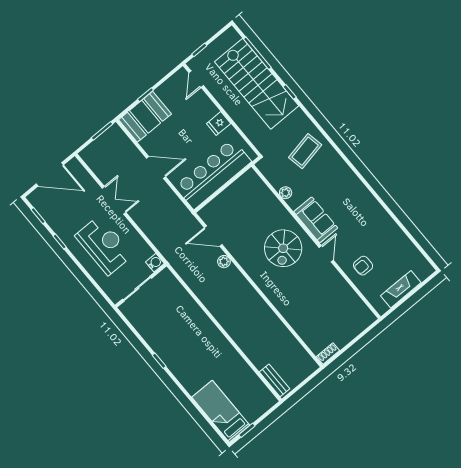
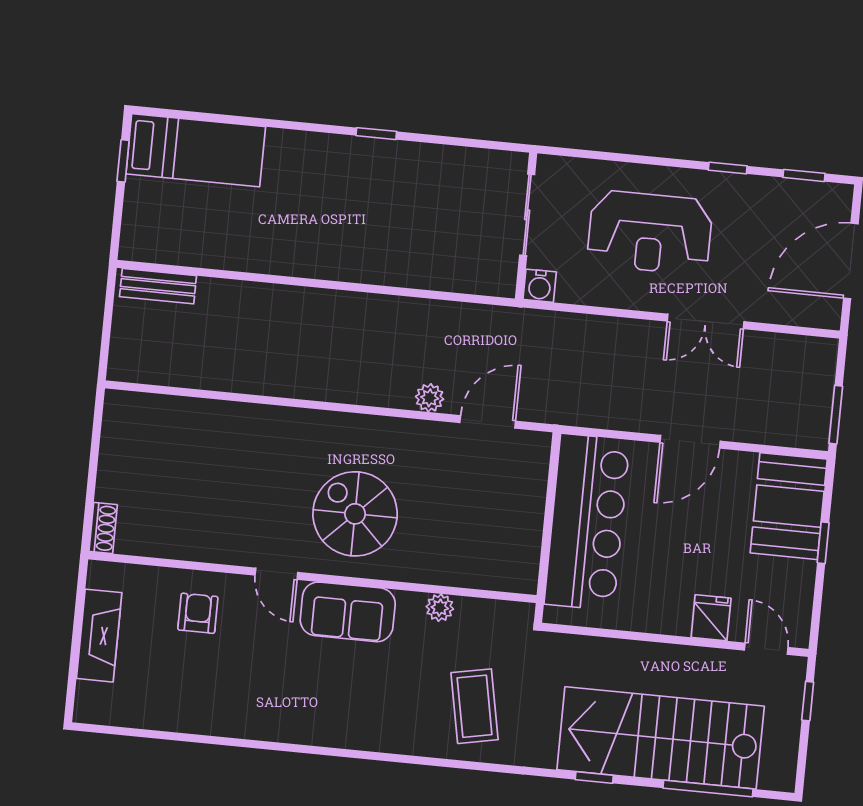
fridge: (219, 124) -> (711, 618), moved
shoe rack: (328, 354) -> (103, 528), moved

